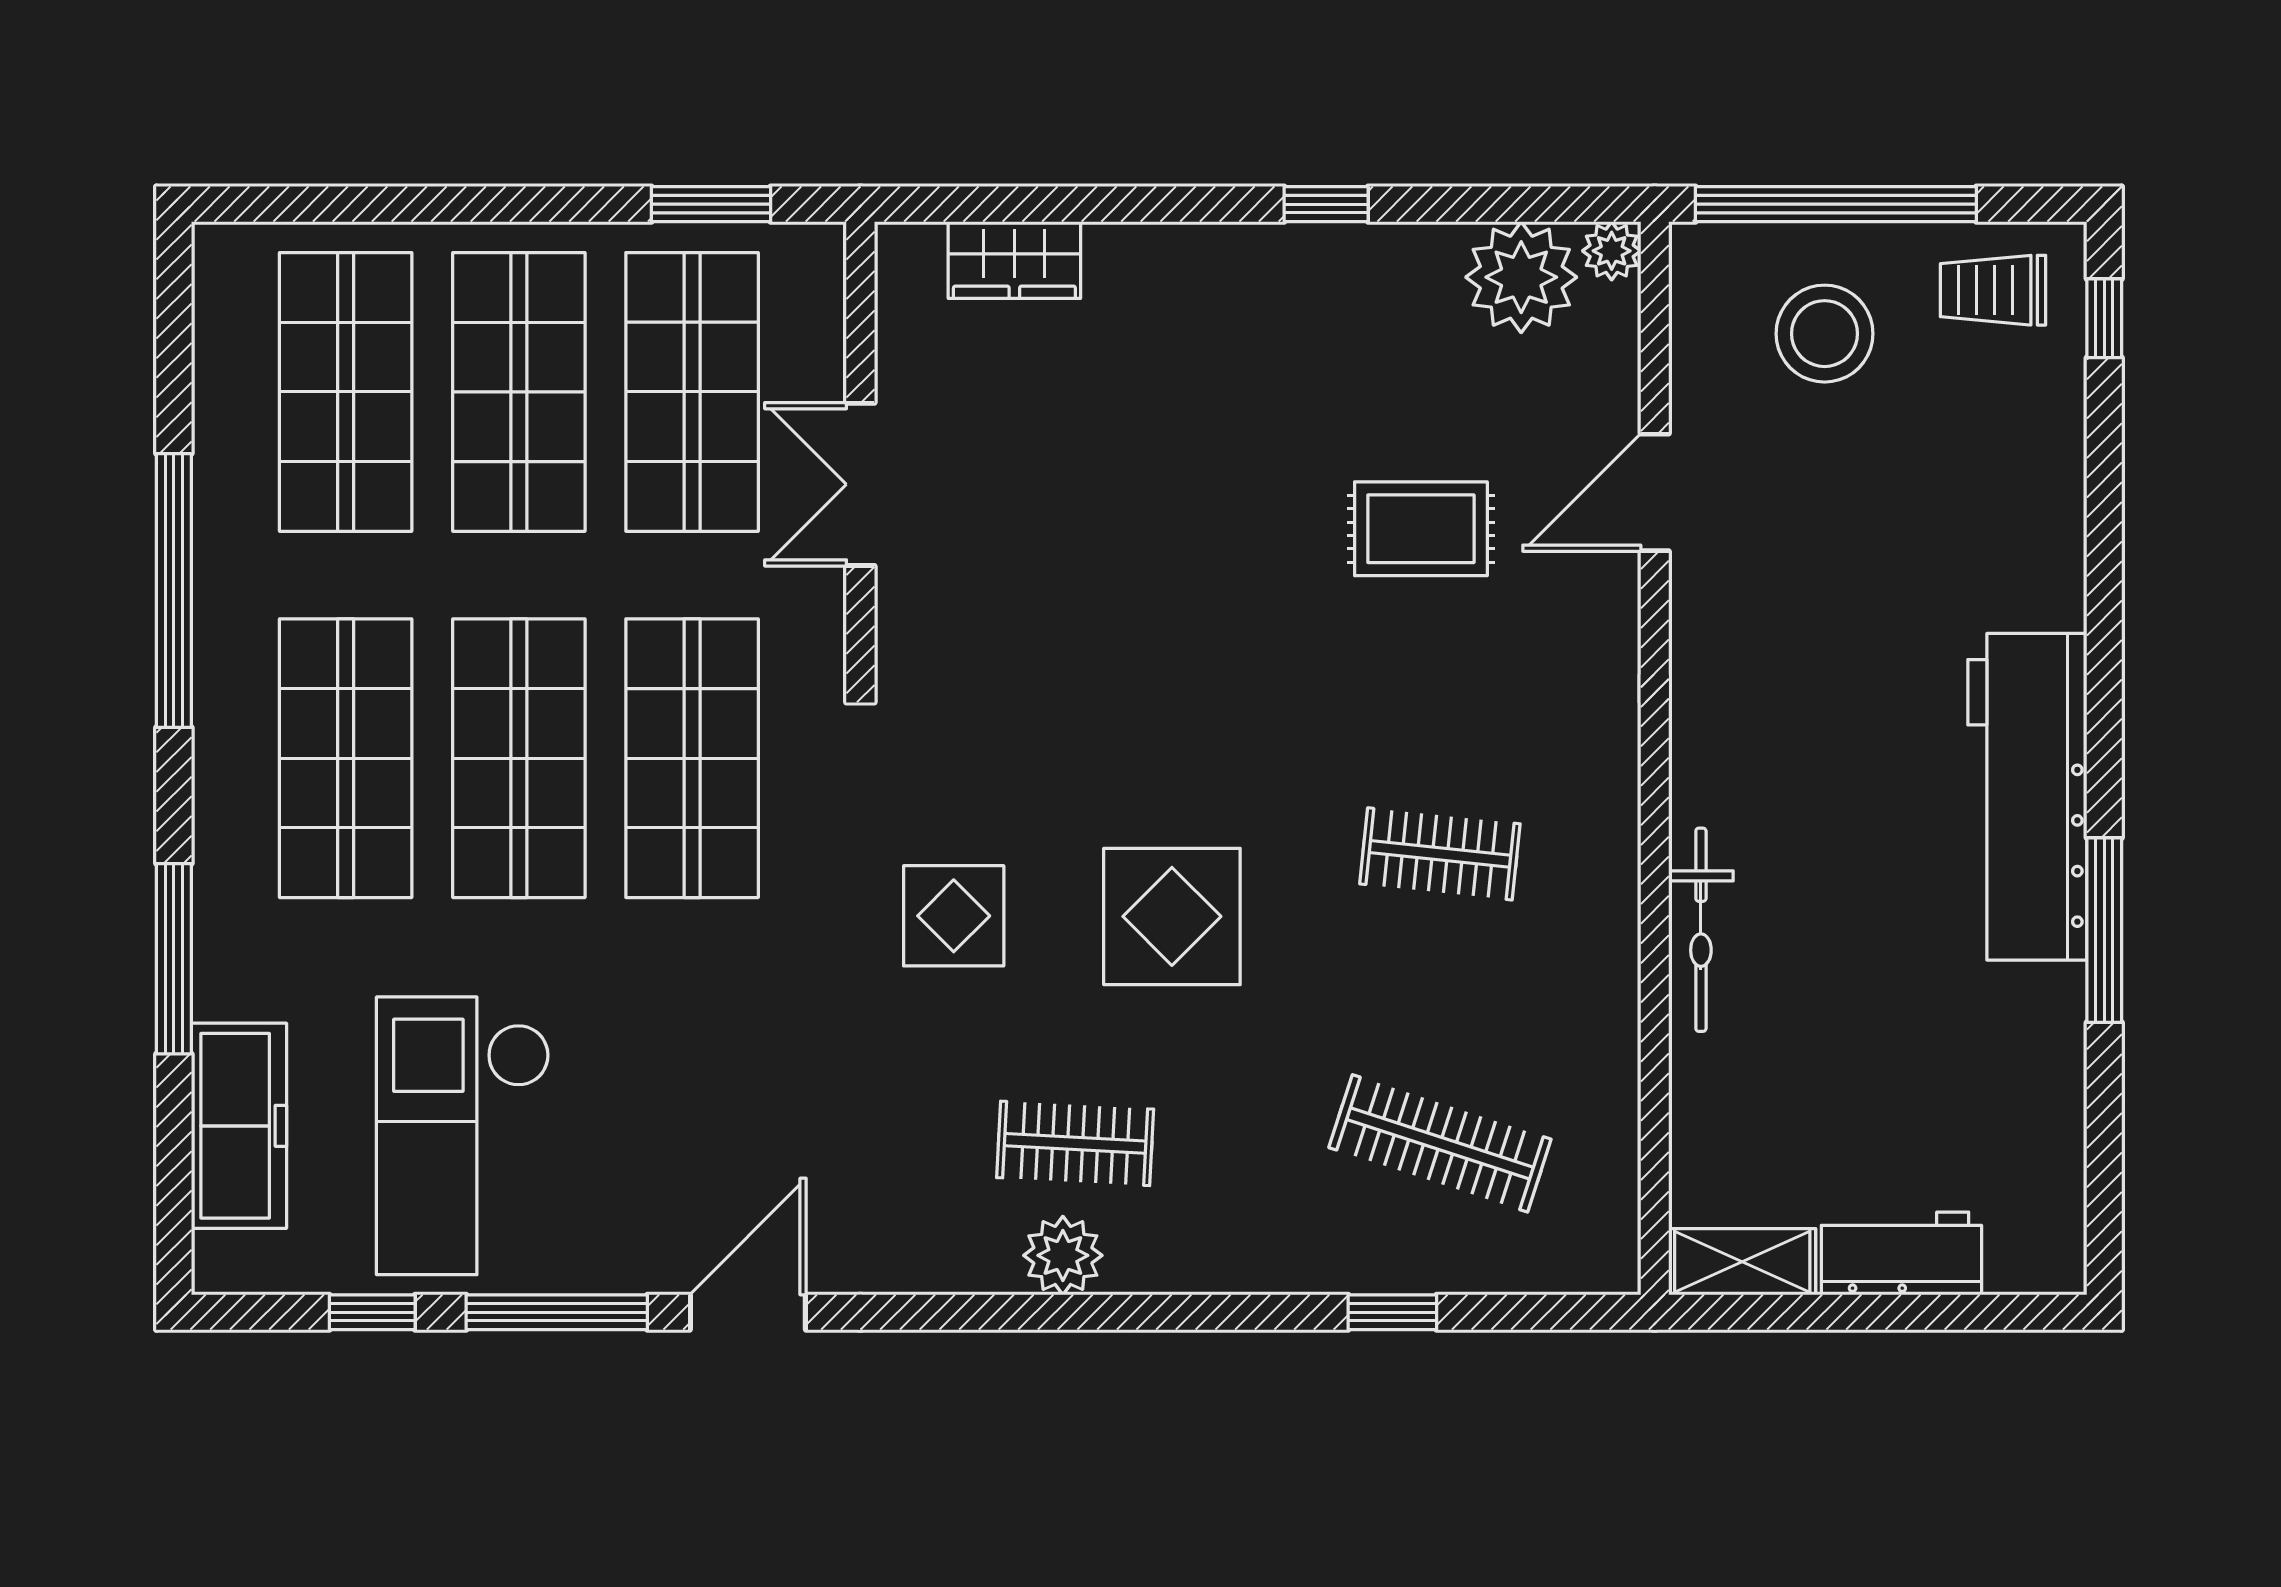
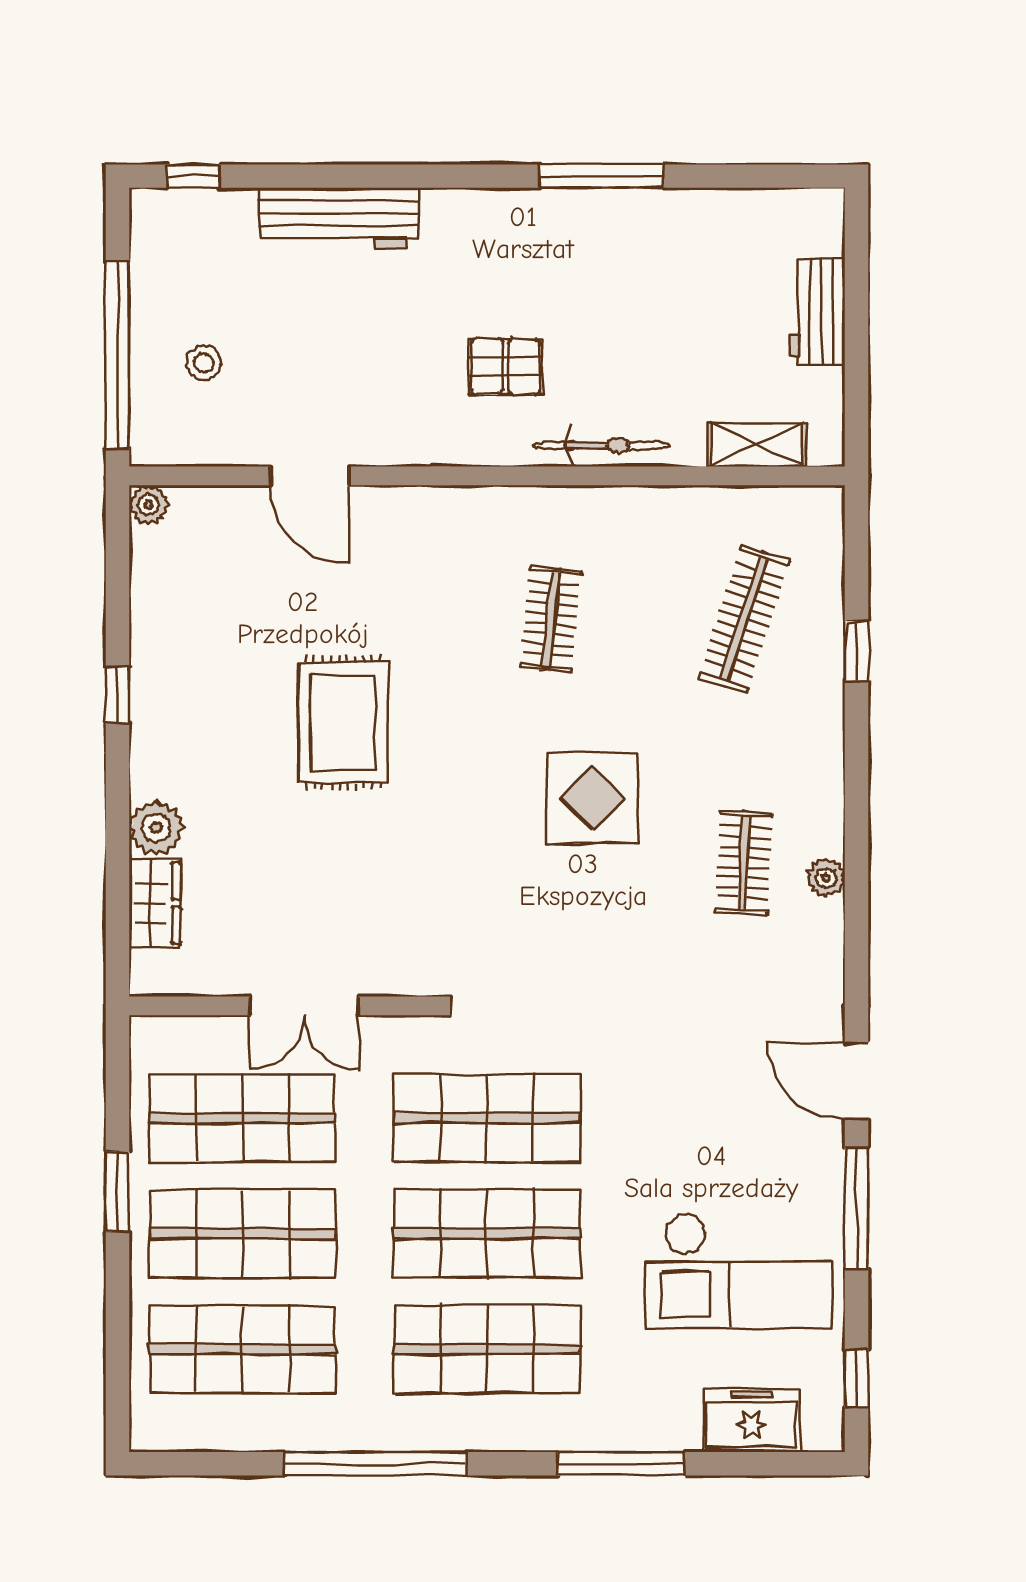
window: (711, 204) -> (117, 1192), moved
plant: (1521, 277) -> (156, 828), moved, width x0.73, depth x0.73
trolley: (1993, 290) -> (175, 250), removed
stool: (1825, 334) -> (204, 363), width x0.53, depth x0.53
rug: (1421, 529) -> (343, 723), moved, width x1.36, depth x1.43
pallet: (1819, 787) -> (506, 367), added
workbench: (2027, 797) -> (339, 218), moved, width x0.73, depth x0.76
display table: (954, 916) -> (592, 944), removed
freezer: (239, 1126) -> (752, 1420), width x0.71
plant: (1063, 1255) -> (826, 878), width x0.73, depth x0.73
shelving: (1742, 1262) -> (757, 445), moved, turned 90
window: (372, 1312) -> (857, 1378), moved

